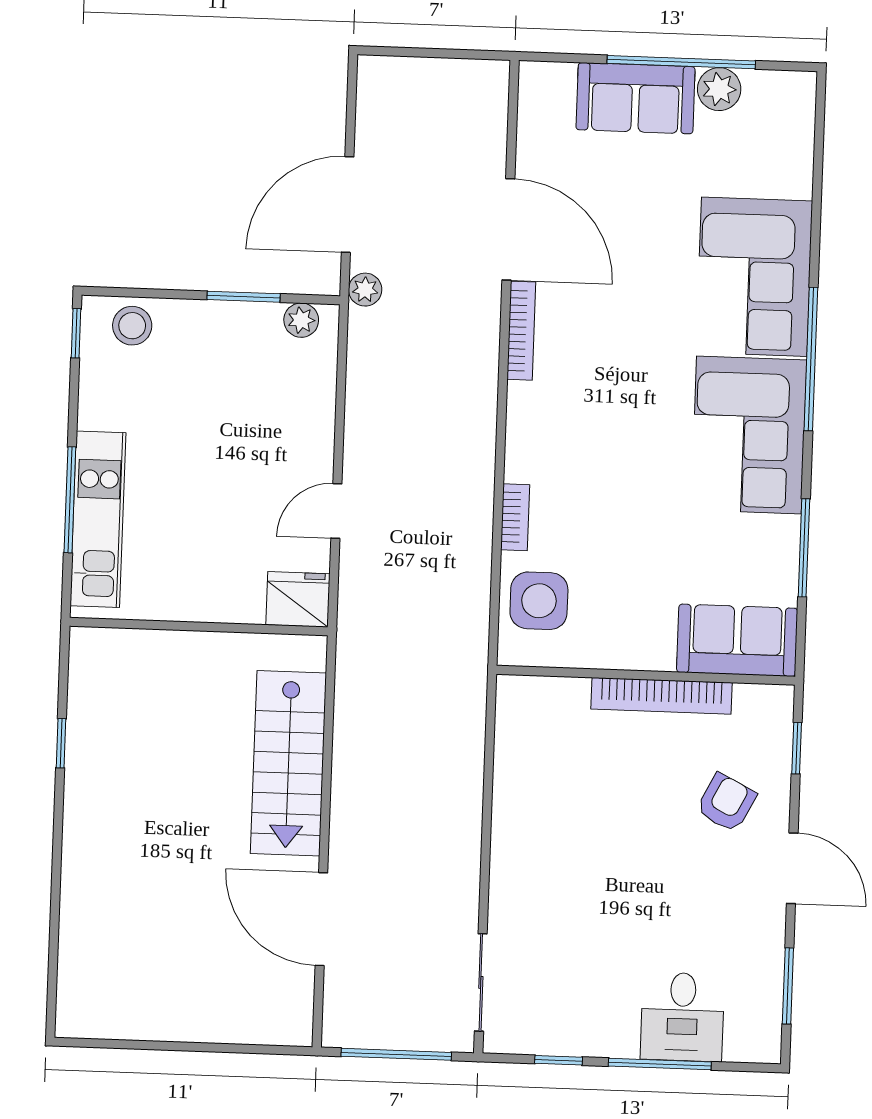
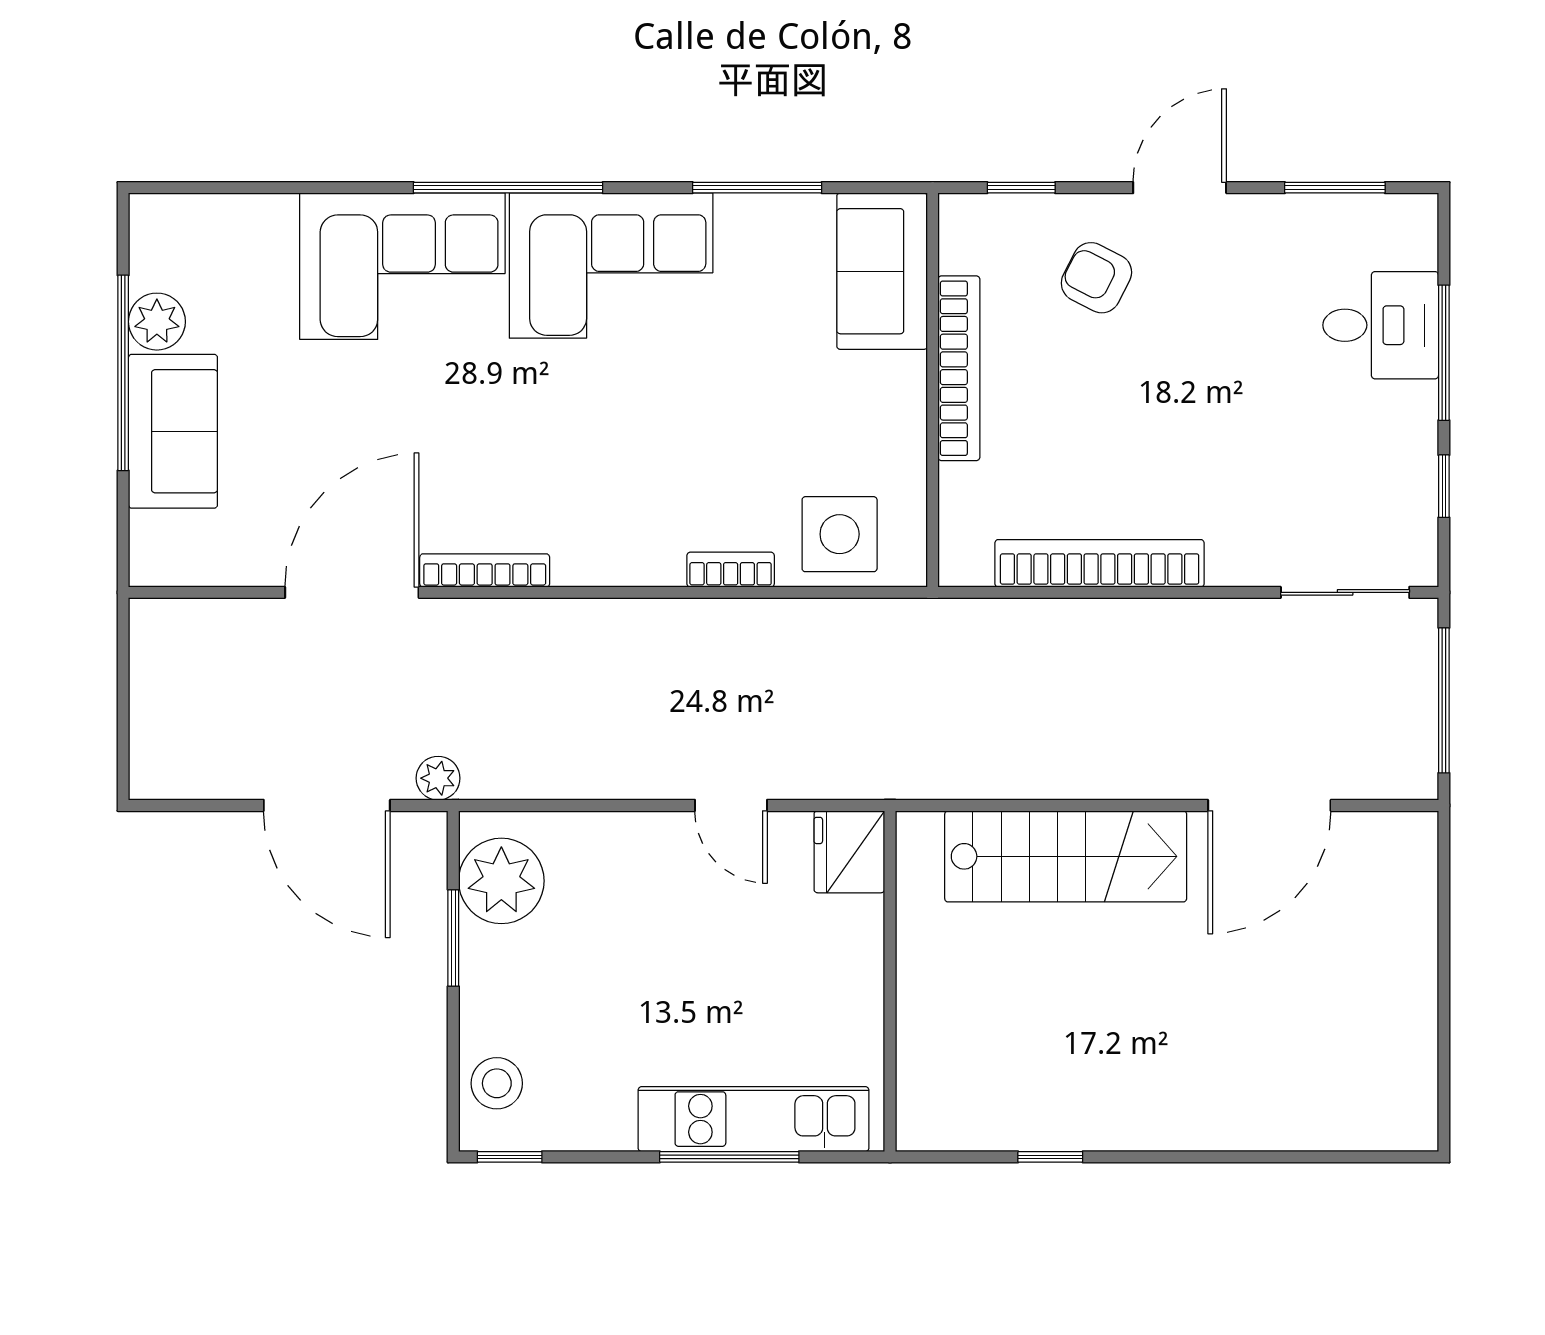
plant: (301, 320) -> (501, 881), width x1.88, depth x1.88
bookcase: (510, 797) -> (1100, 563), added

